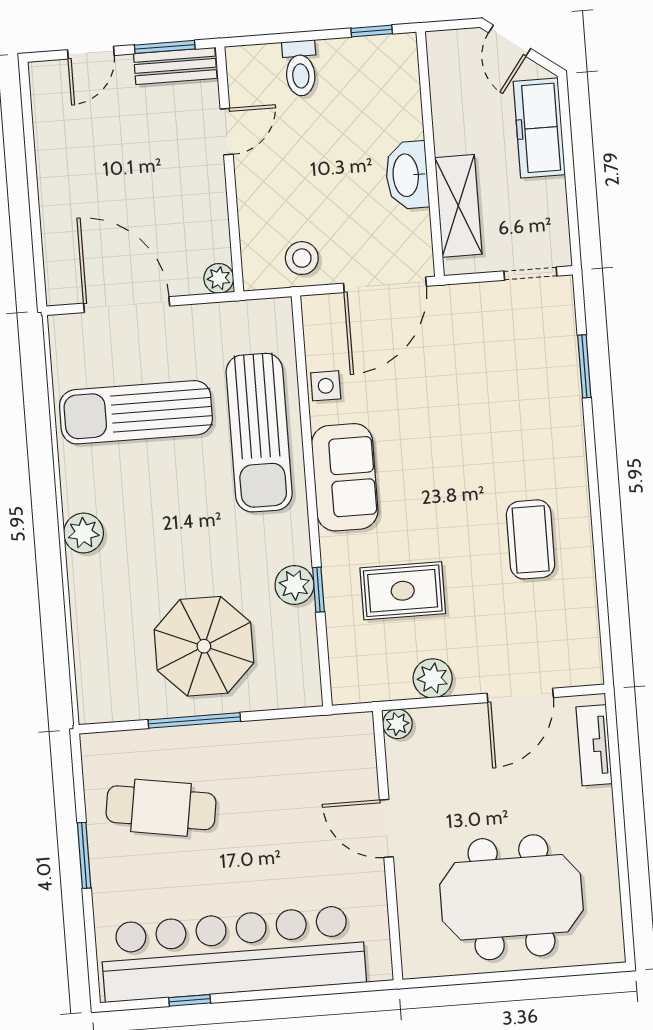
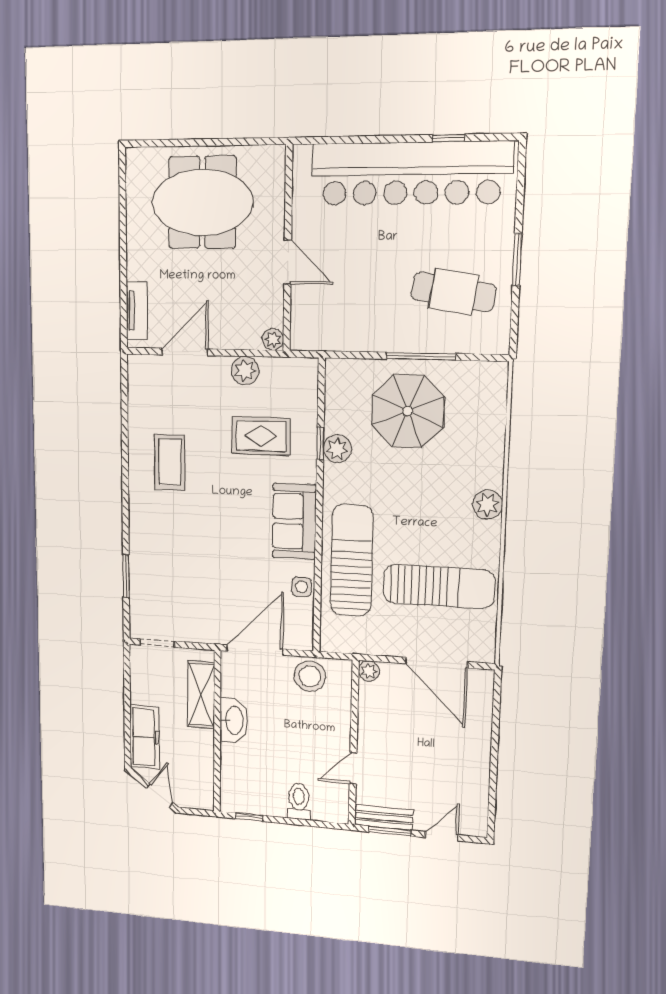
stool: (302, 258) -> (310, 676), width x1.38, depth x1.38

